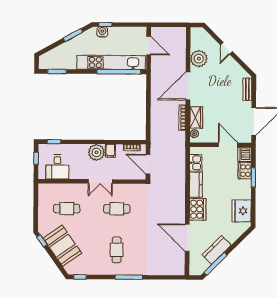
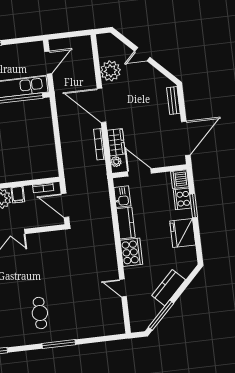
door: (149, 46) -> (48, 63), hinge flipped
door: (227, 48) -> (142, 54), hinge flipped
door: (188, 86) -> (101, 105), hinge flipped
door: (228, 145) -> (139, 172), moved
cafe table: (117, 209) -> (34, 264), removed
fridge: (242, 211) -> (183, 233), moved
door: (187, 238) -> (123, 288), width x0.53
kitchen counter: (217, 250) -> (169, 288), moved

